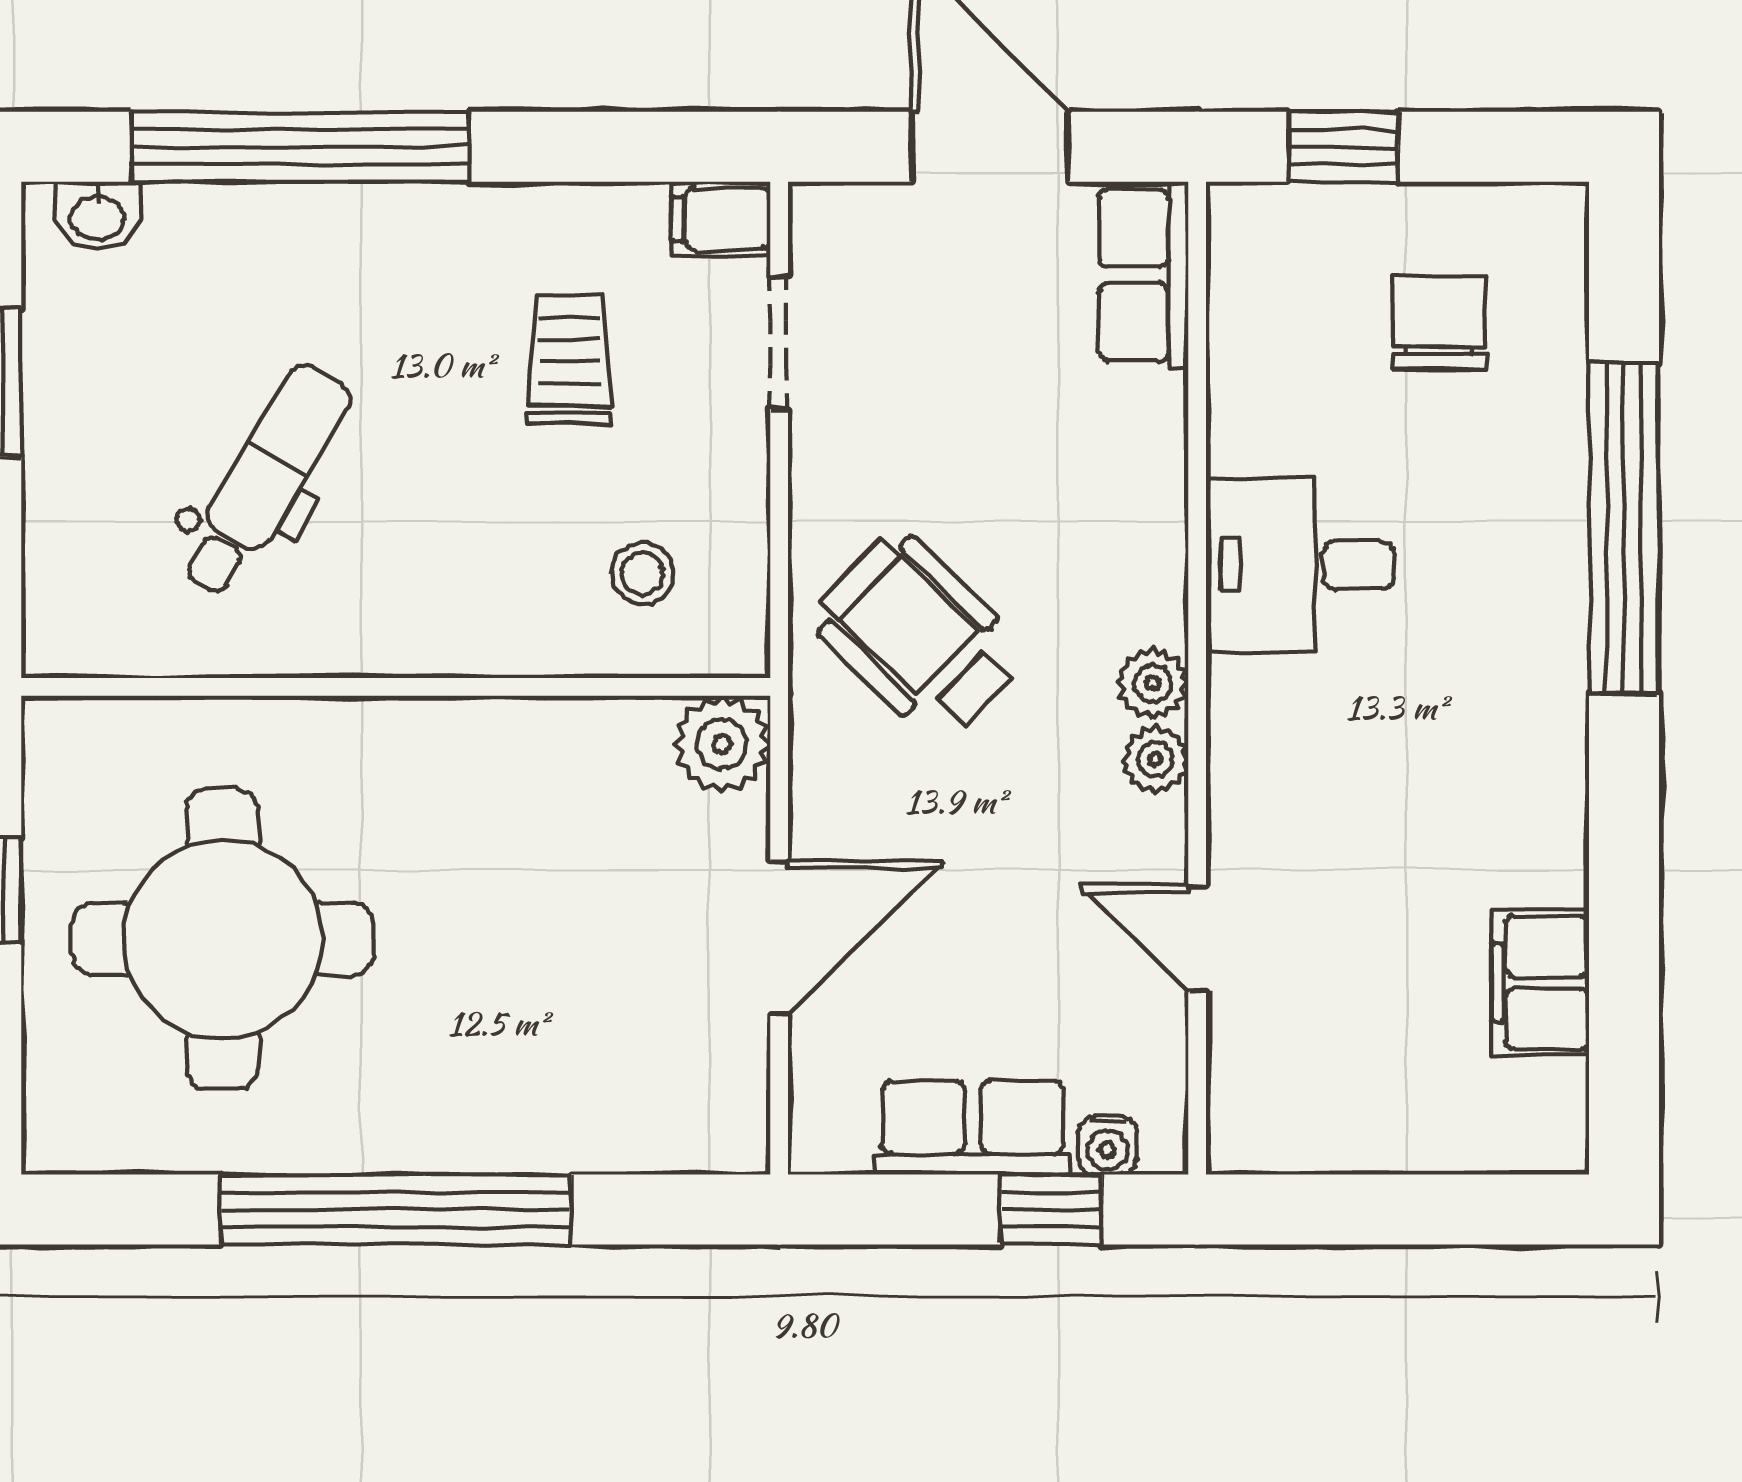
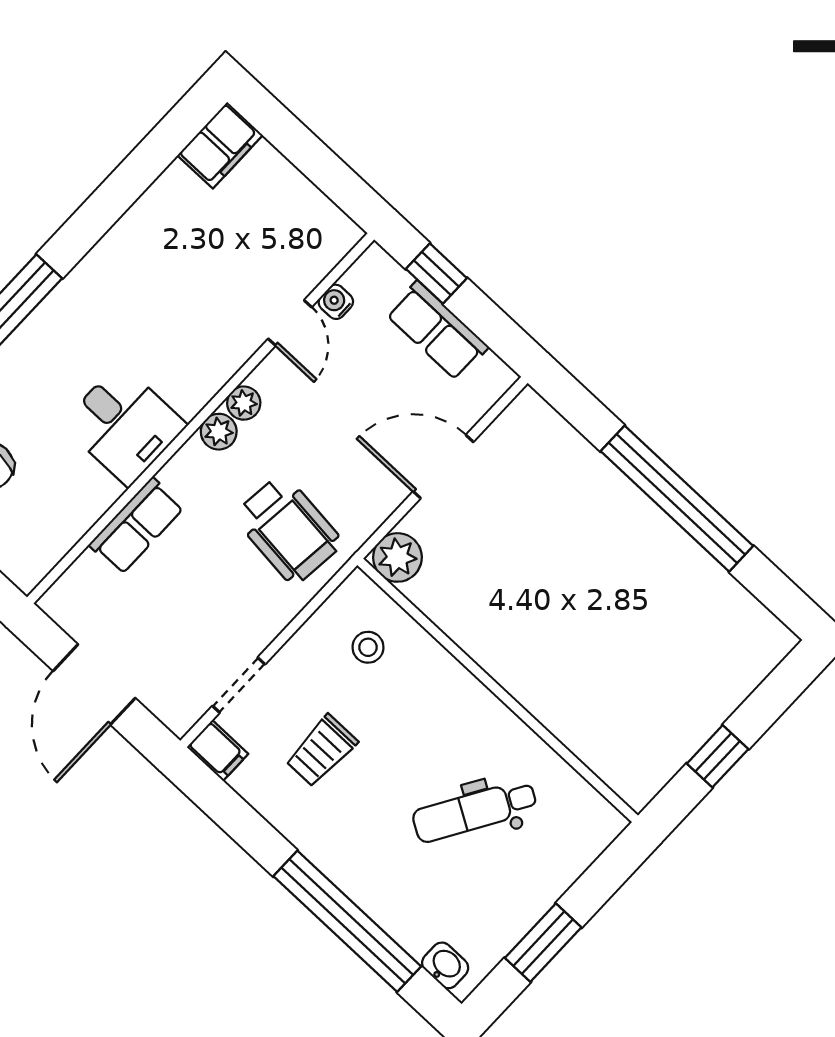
row of seats: (1144, 275) -> (137, 526), moved
wheelchair: (919, 636) -> (288, 529), turned -38
round table: (223, 939) -> (648, 657), removed
filing cabinet: (1541, 983) -> (220, 145), moved
water cooler: (1108, 1145) -> (336, 302), moved, turned -90

